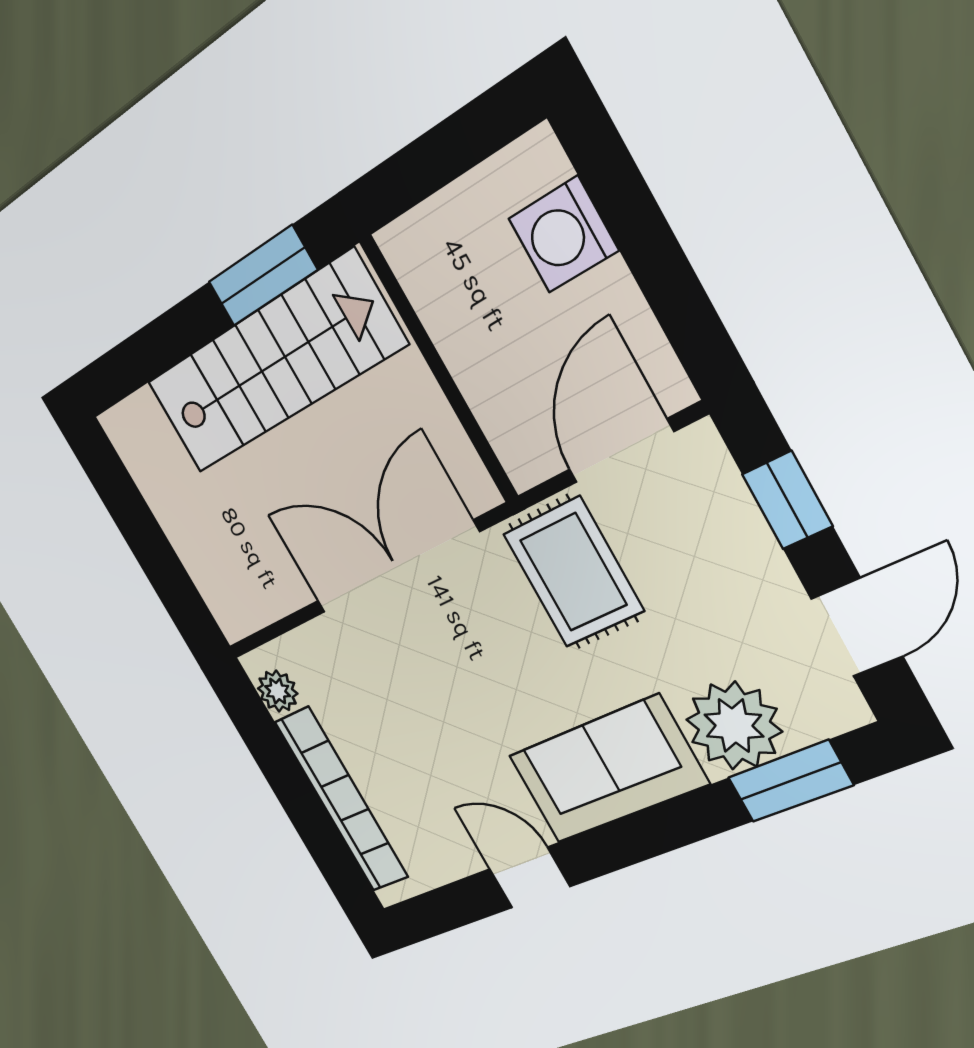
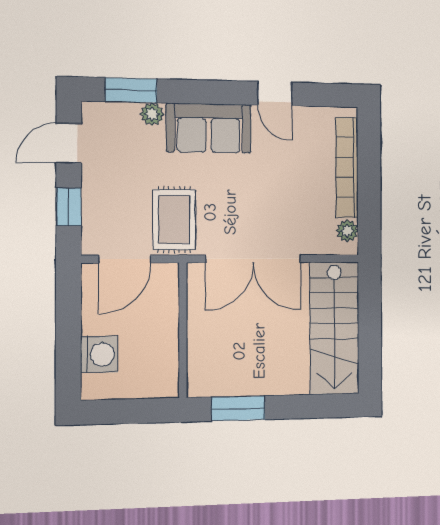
stairs: (274, 364) -> (334, 328), moved, turned -90
plant: (734, 726) -> (152, 114), width x0.53, depth x0.53

